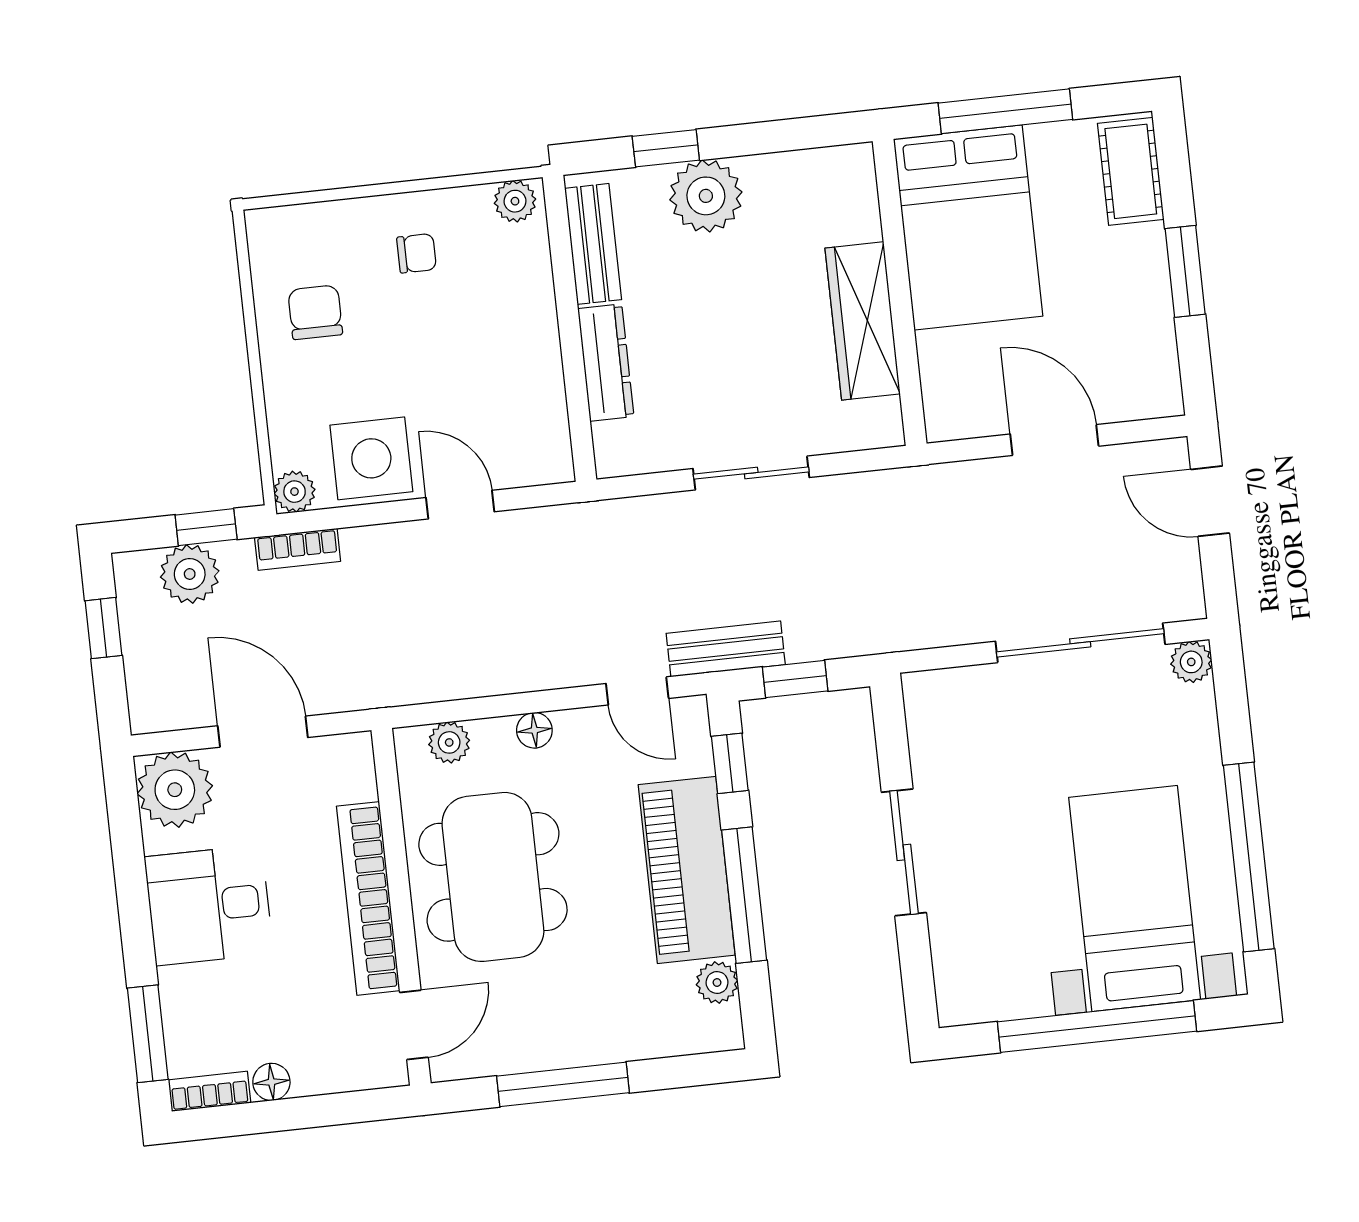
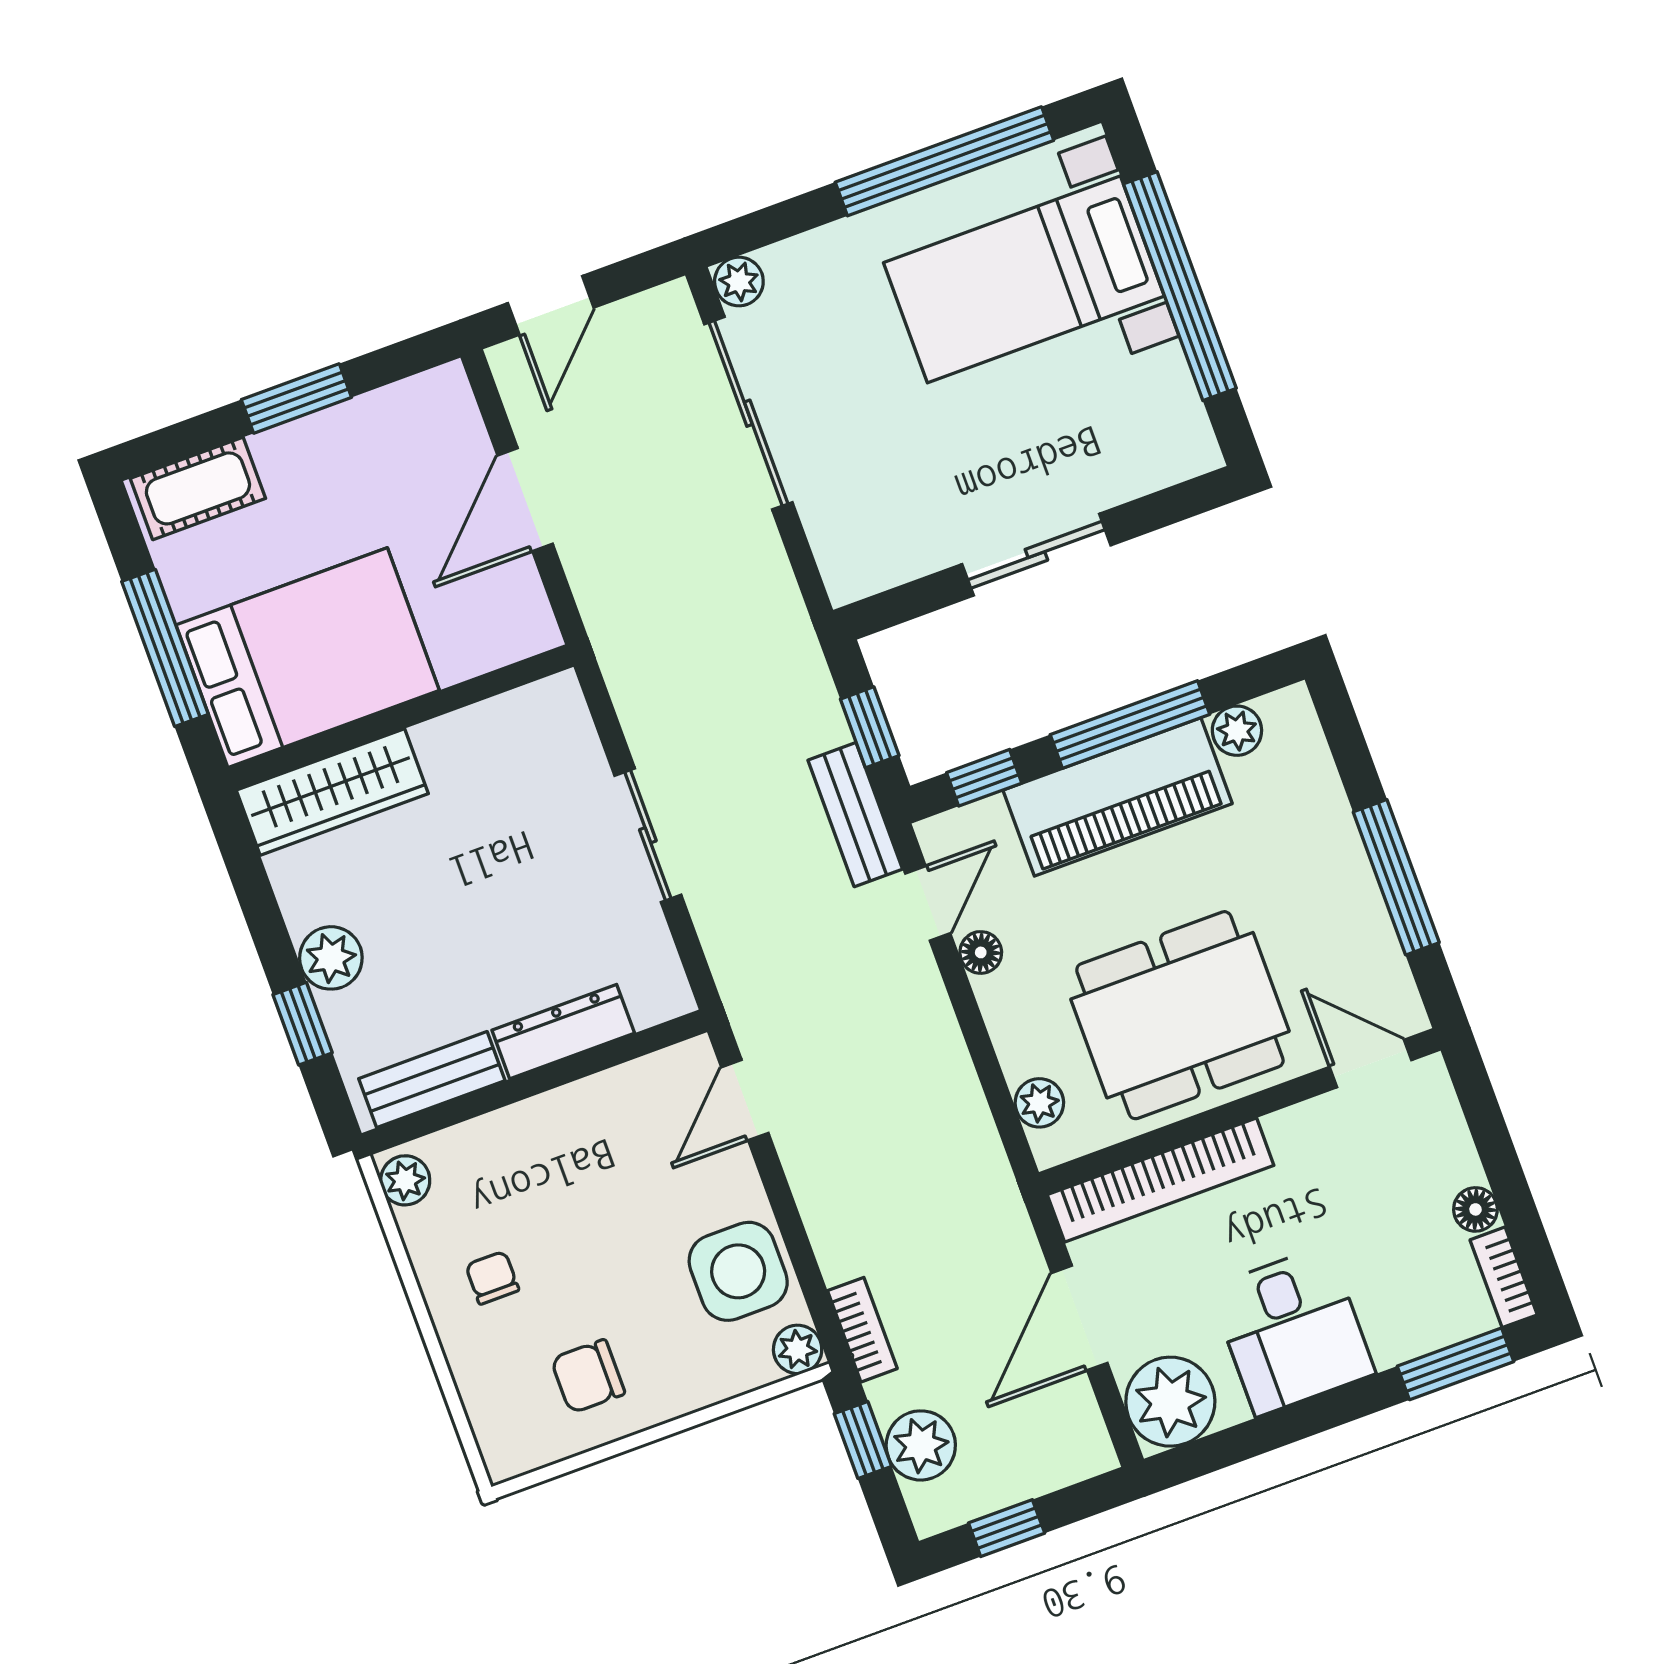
plant: (706, 196) -> (331, 958), width x0.73, depth x0.73
wardrobe: (863, 321) -> (332, 792), moved
door: (460, 505) -> (745, 1100), moved
floor lamp: (534, 730) -> (981, 952), moved
bookcase: (368, 898) -> (1161, 1180), moved

